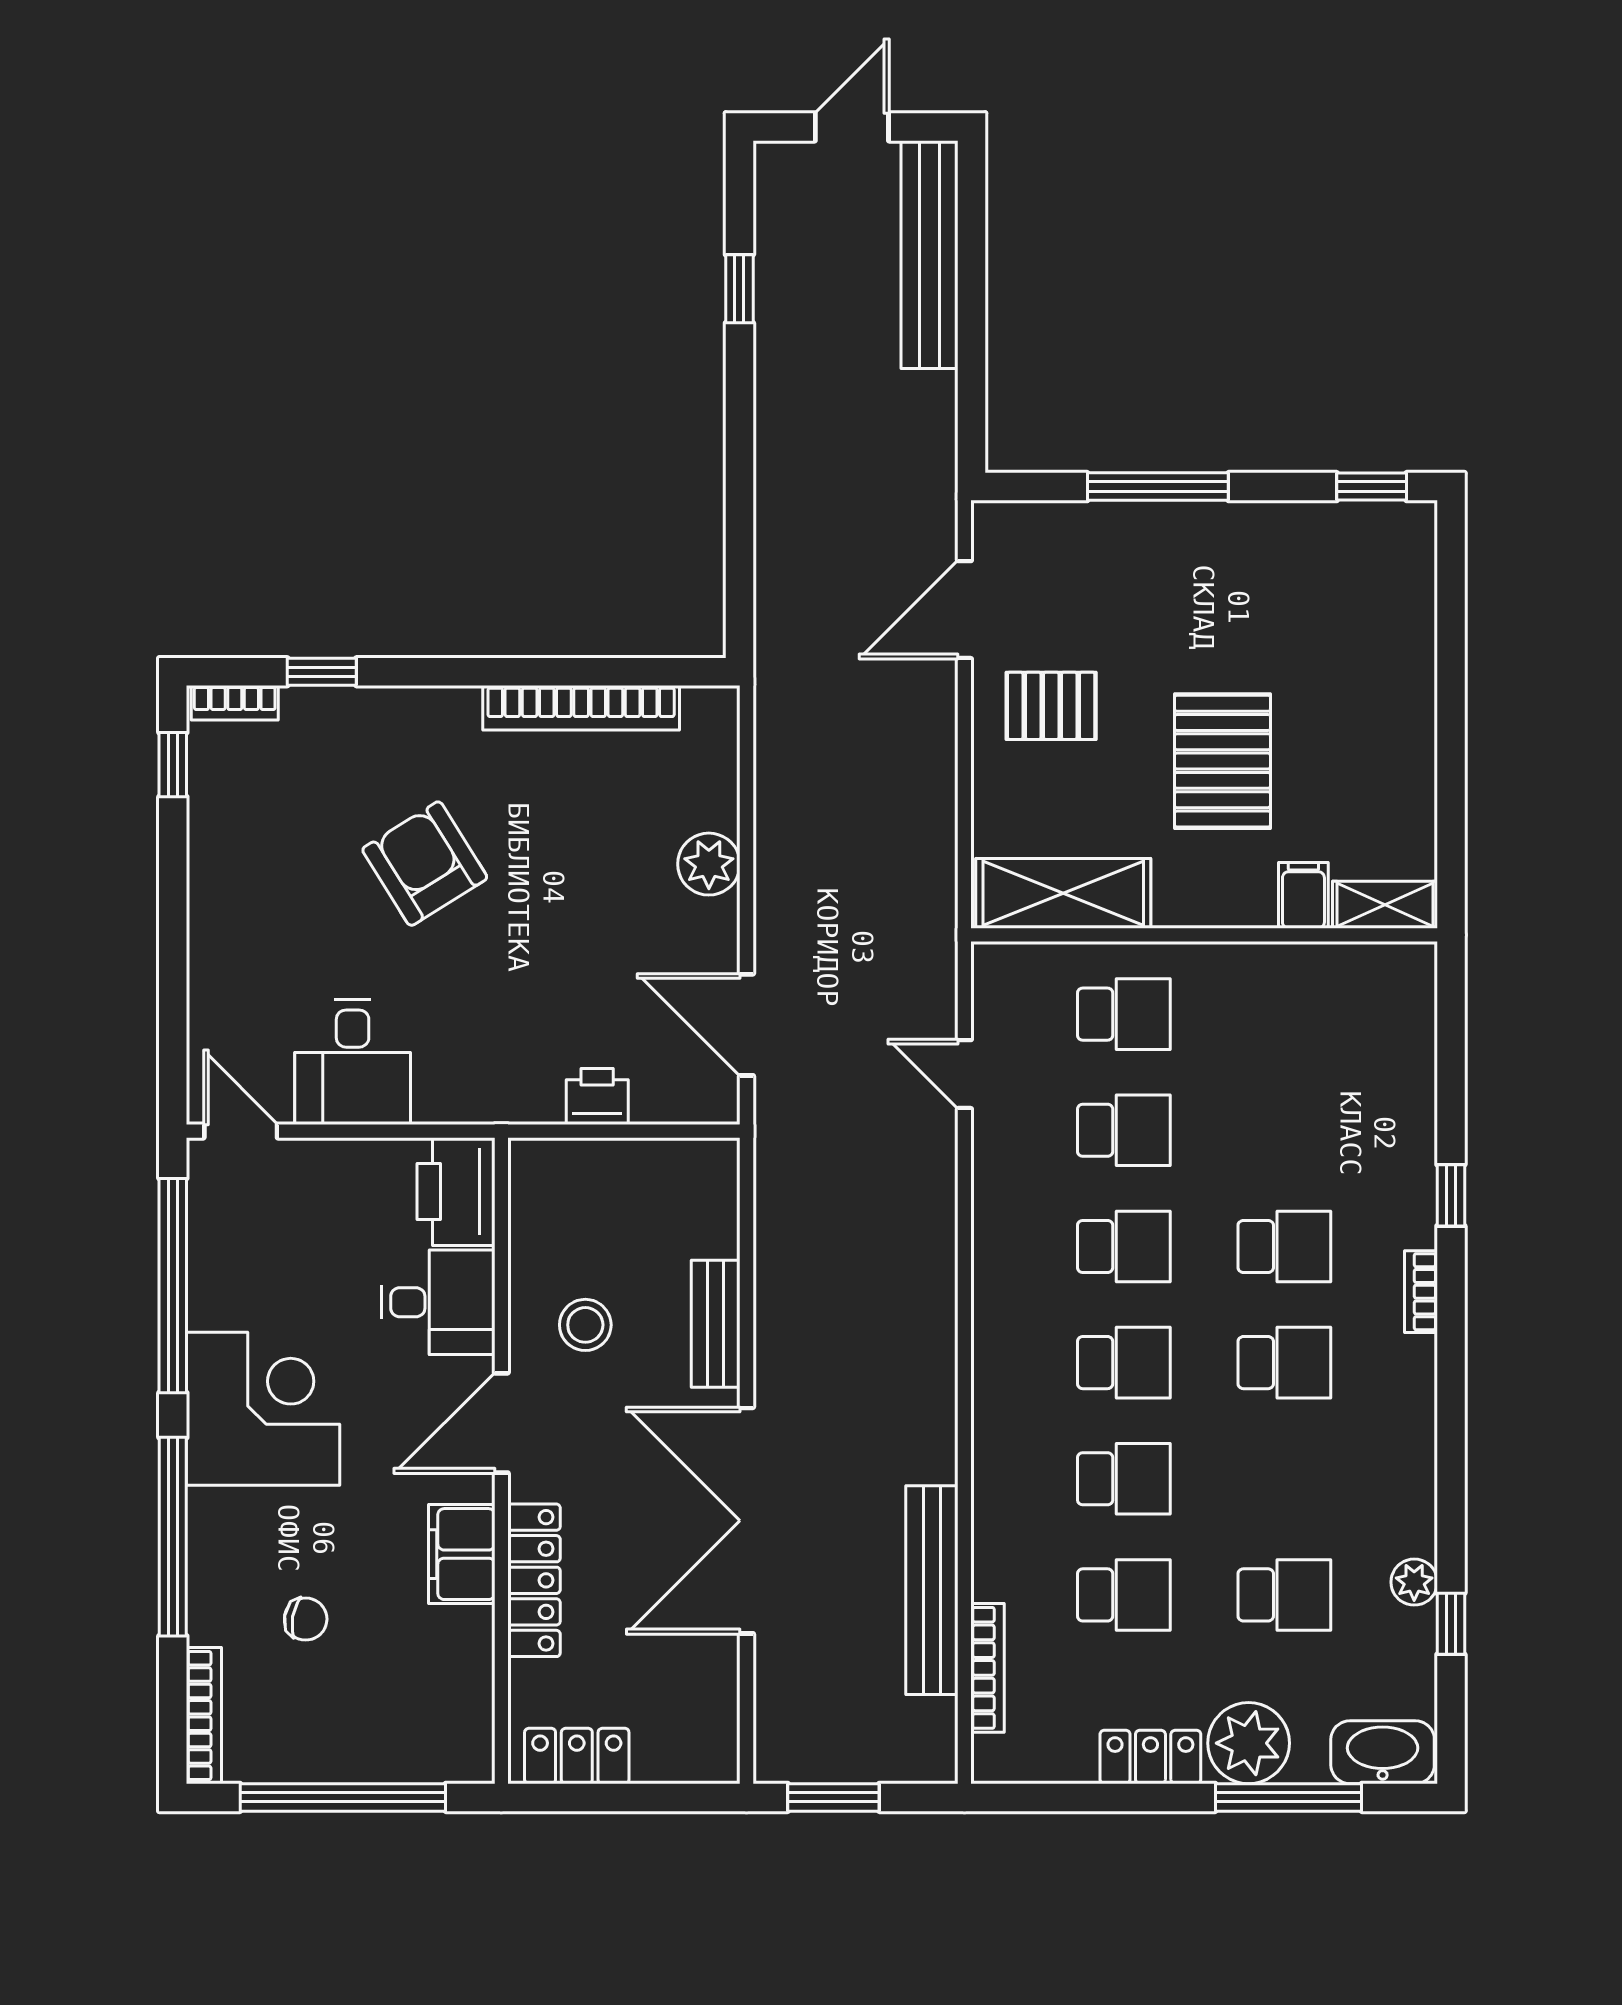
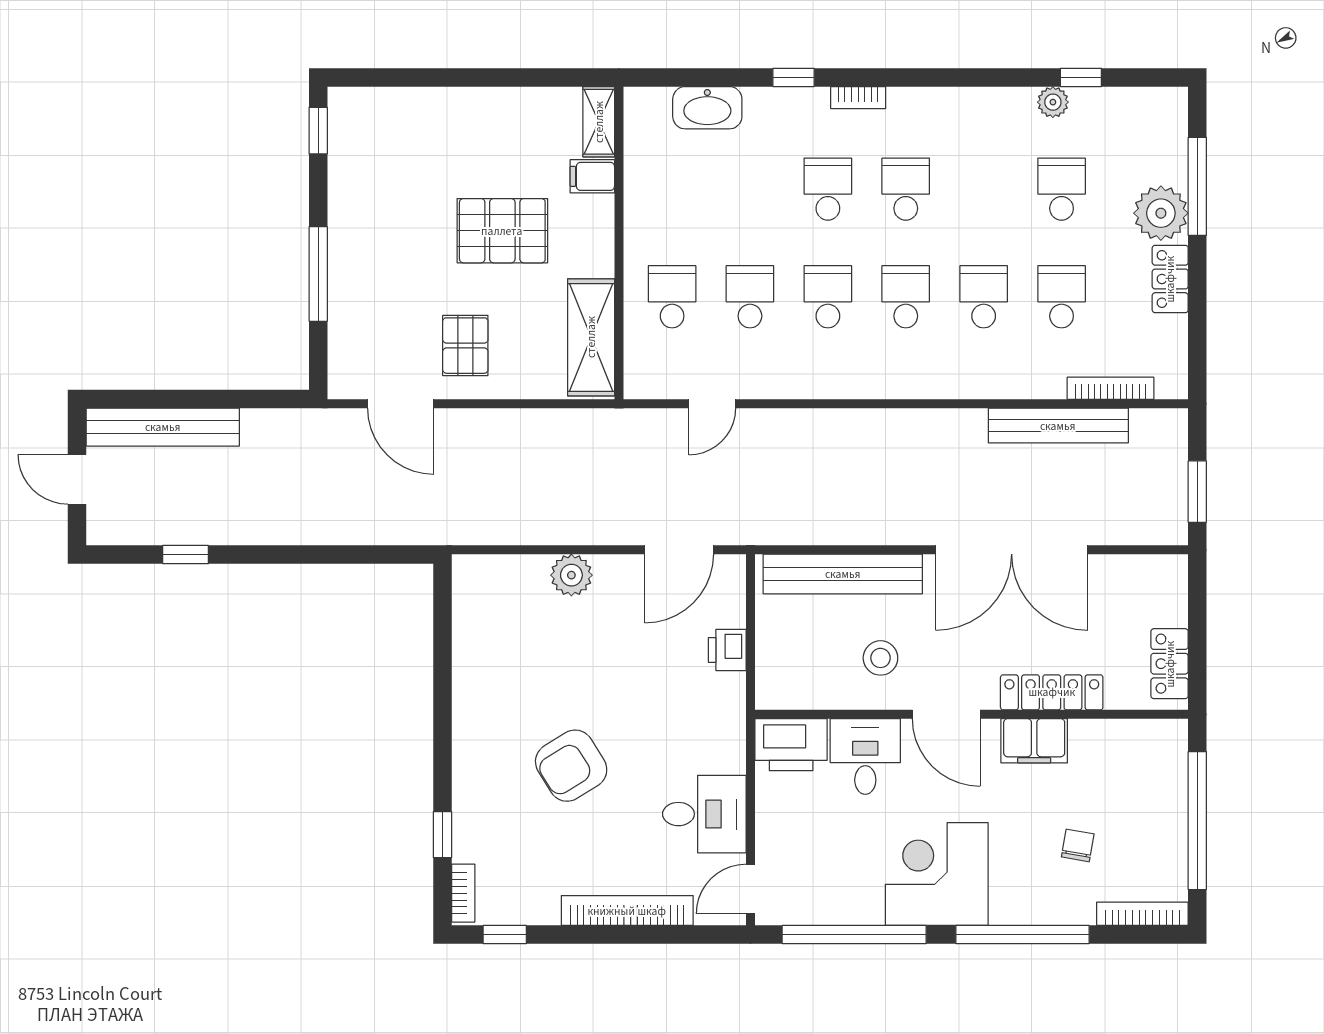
bookcase: (581, 708) -> (627, 911), moved, turned -90
bench: (716, 1324) -> (843, 574), width x1.86, depth x1.21
washbasin: (1383, 1752) -> (707, 108), moved, turned -90

